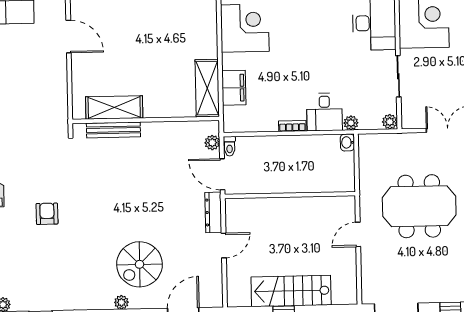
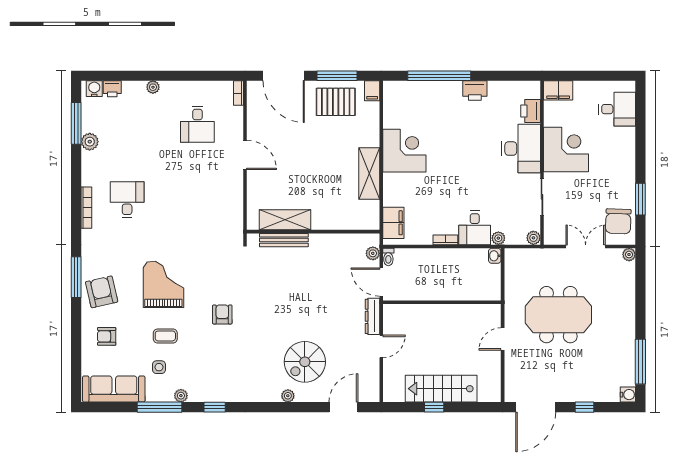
shelving: (207, 88) -> (369, 173), moved
filing cabinet: (234, 88) -> (393, 223), moved

